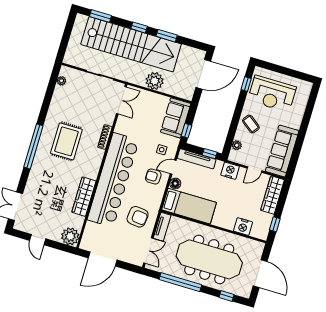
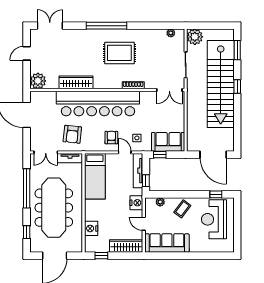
window: (167, 36) -> (237, 113), removed
plant: (155, 81) -> (195, 37), moved
floor lamp: (175, 183) -> (111, 158), removed

